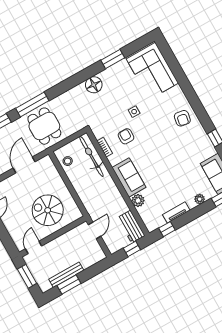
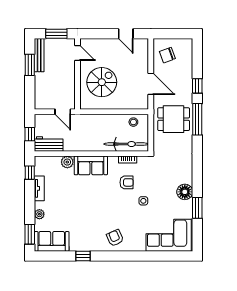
floor lamp: (94, 85) -> (185, 192), moved
armchair: (182, 118) -> (115, 238), turned 56
bench: (66, 275) -> (39, 55), moved

